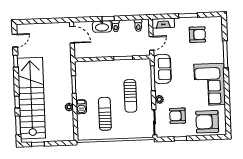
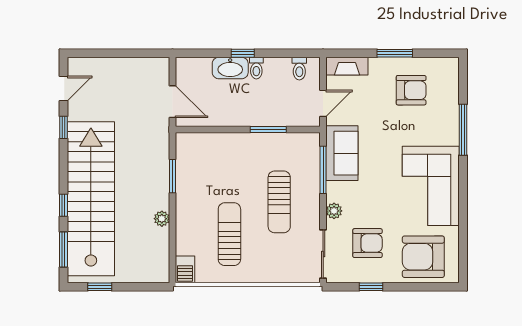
door: (72, 35) -> (172, 102), moved
barbecue: (81, 107) -> (185, 269), moved
armchair: (178, 116) -> (367, 243), turned 180

